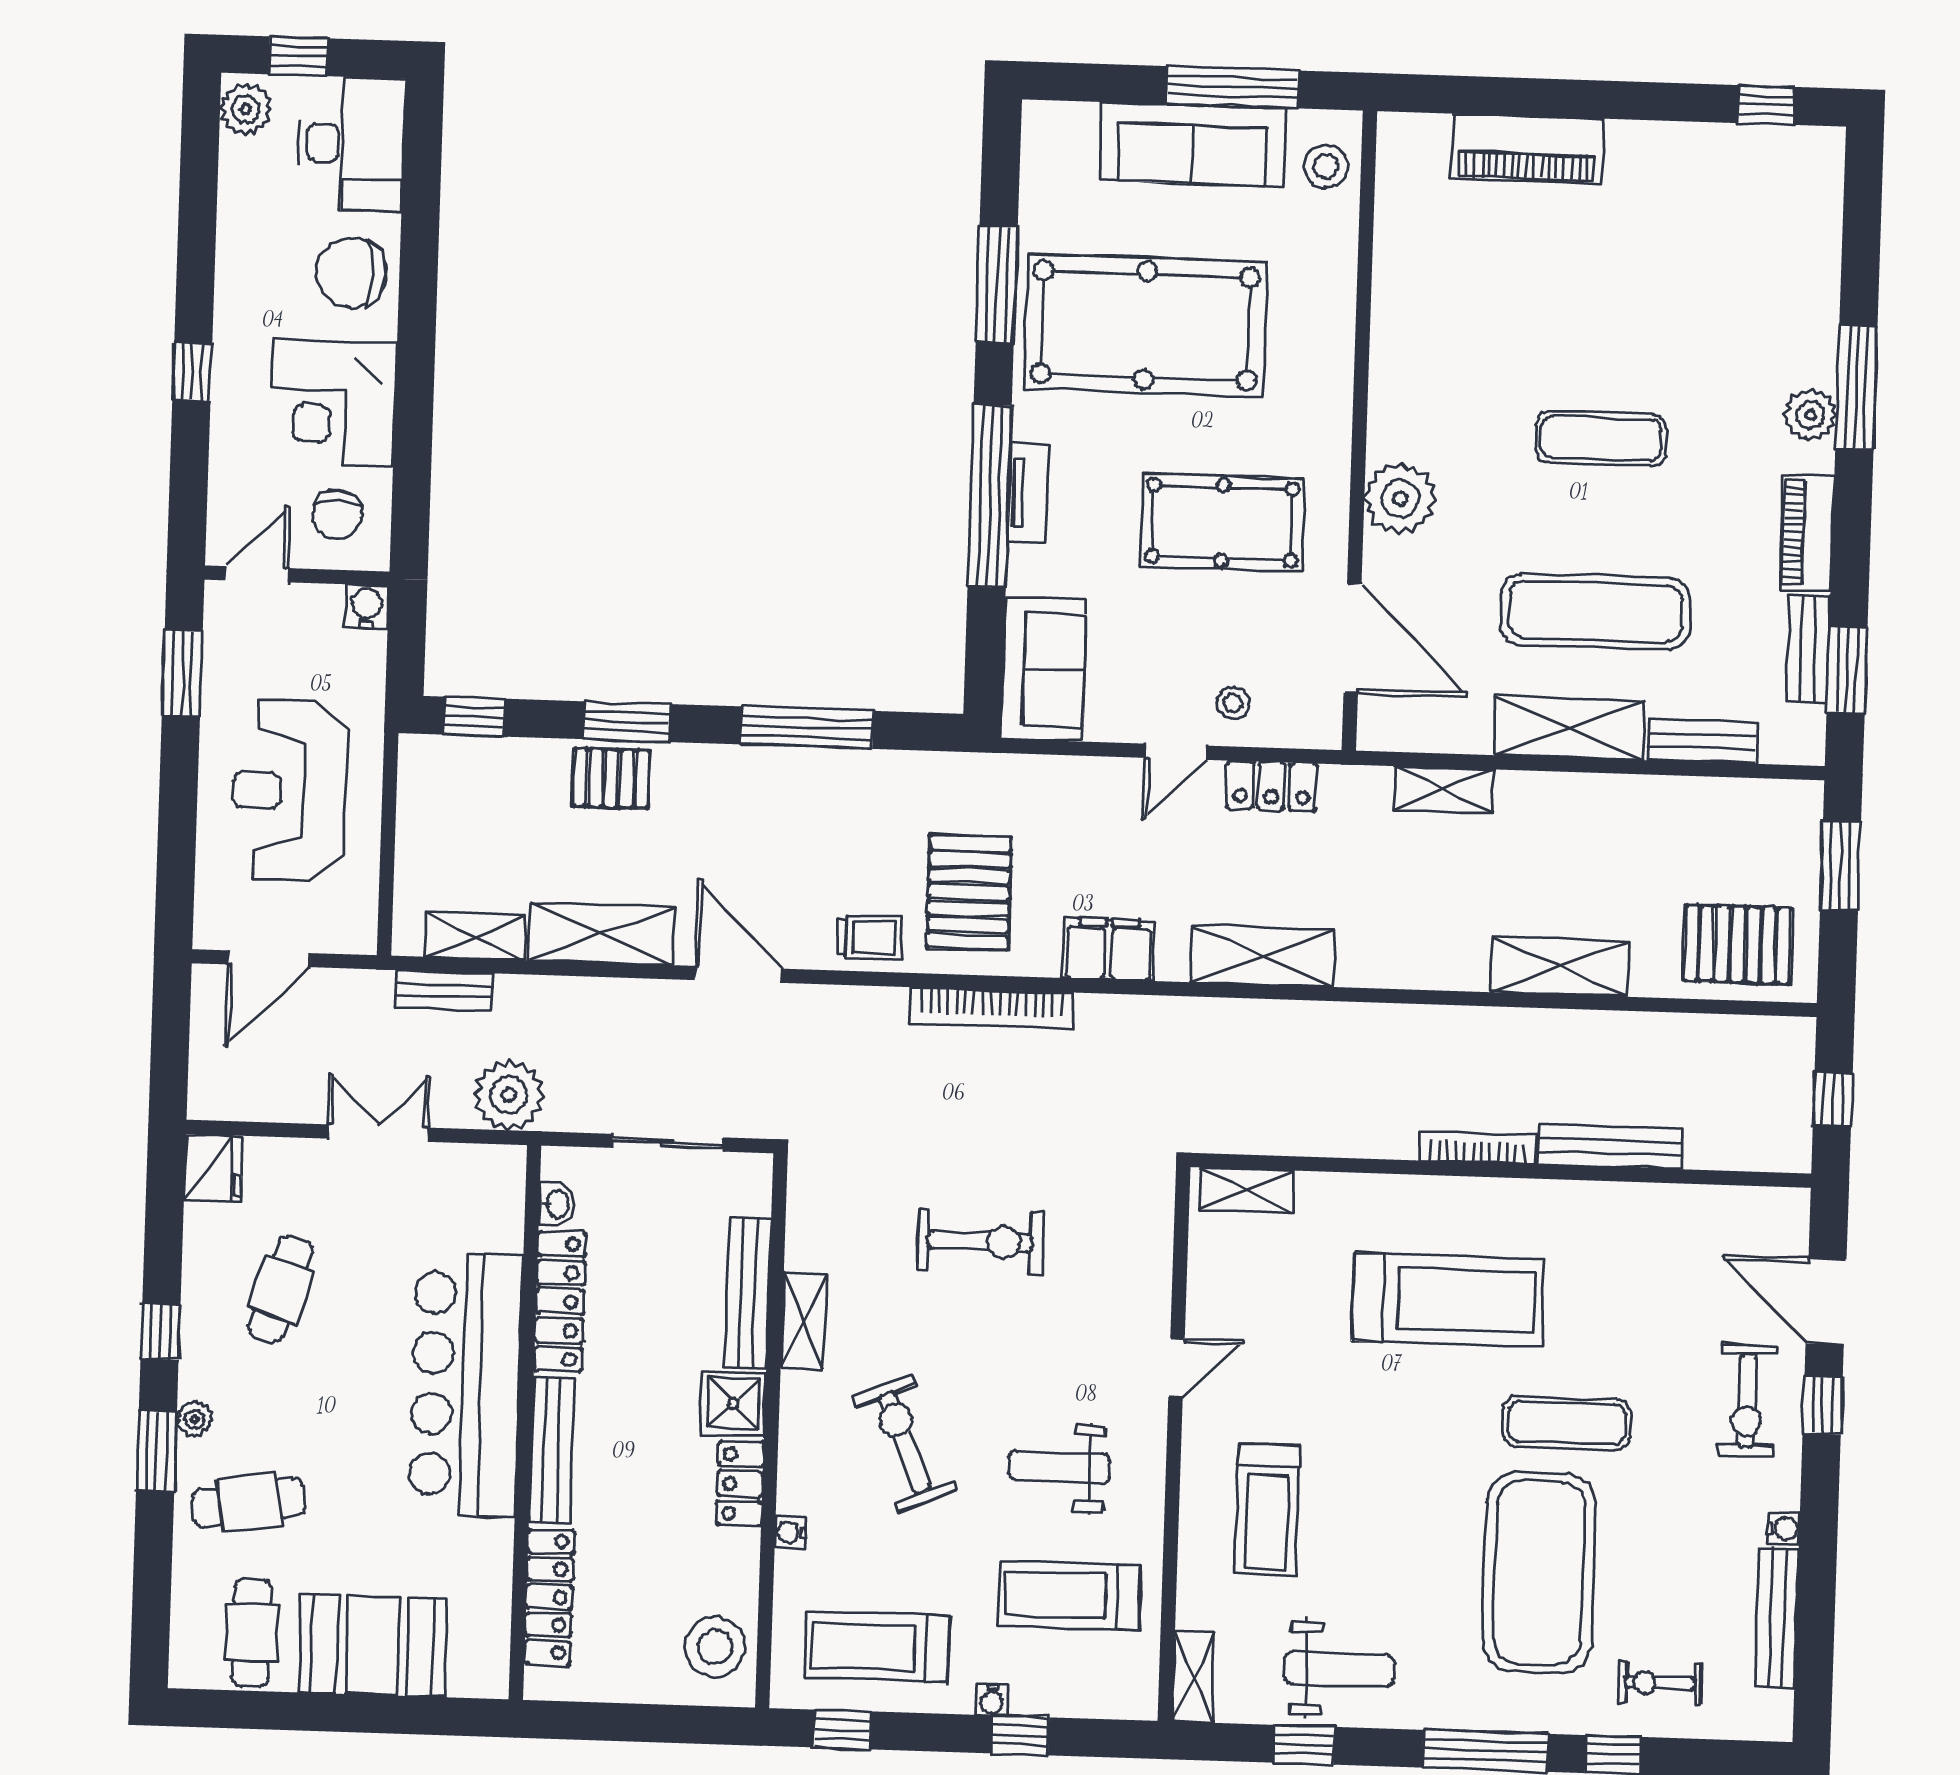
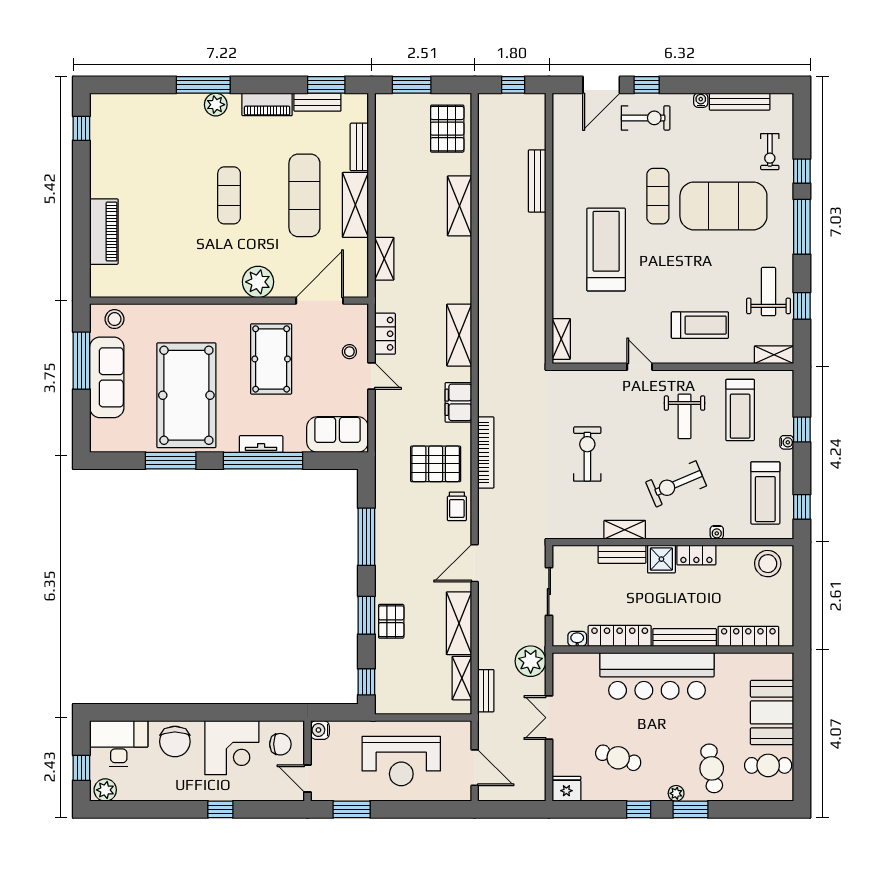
trolley: (870, 938) -> (457, 506), turned 180
bookcase: (1477, 1148) -> (539, 239), removed
bench: (748, 1293) -> (622, 554), width x0.73

